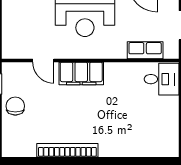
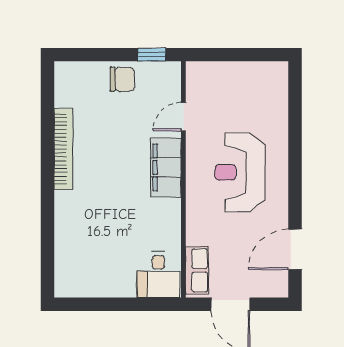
row of seats: (145, 50) -> (197, 270), moved

